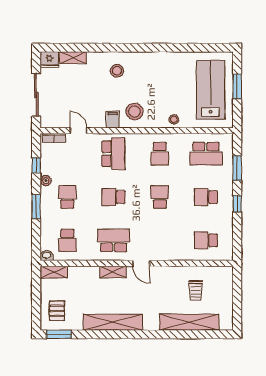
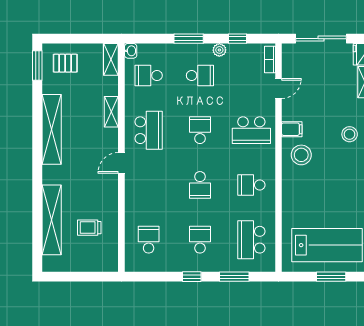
stool: (174, 119) -> (292, 202), removed
school desk: (160, 197) -> (200, 185), turned 90
shelving: (113, 272) -> (111, 112), moved

